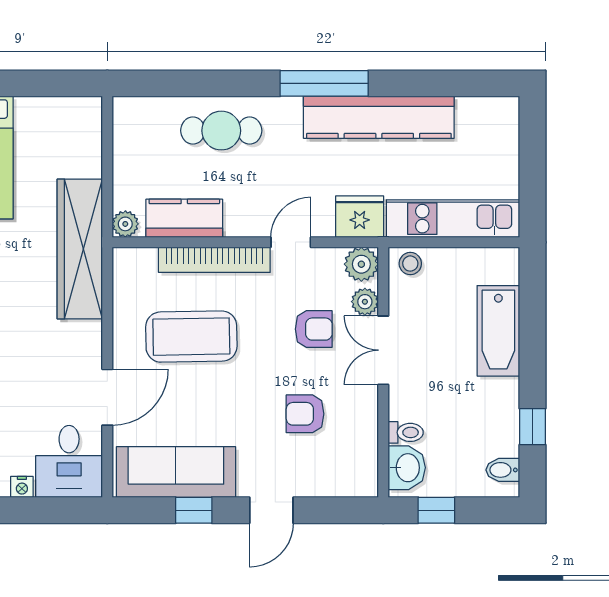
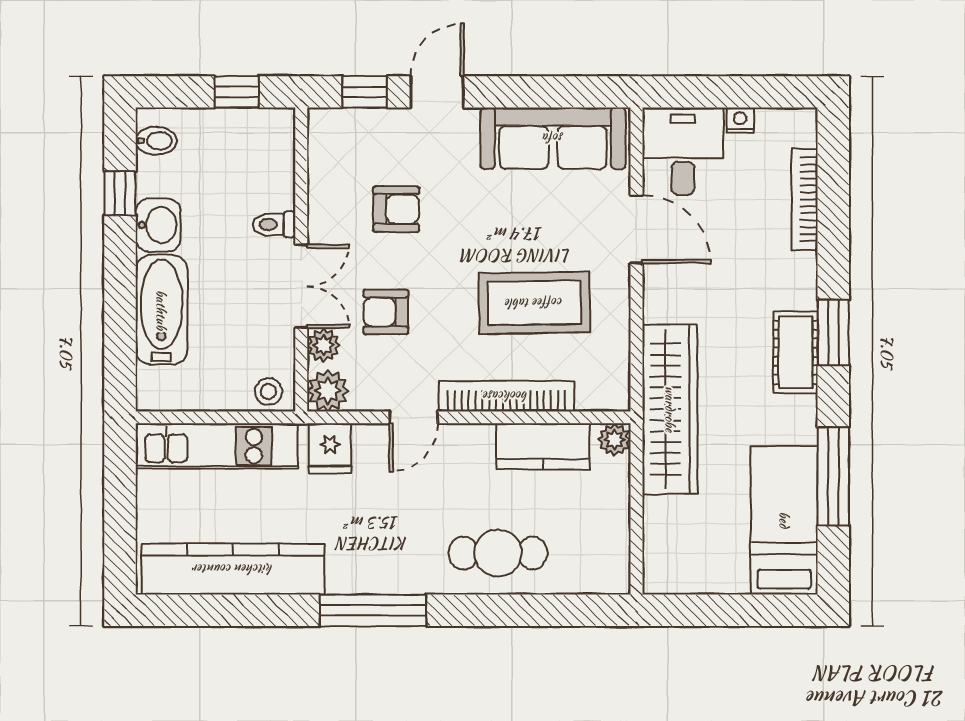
kitchen counter: (379, 117) -> (233, 569), moved
fridge: (360, 217) -> (330, 448), width x0.72
door: (107, 397) -> (636, 229), swing flipped
toilet: (406, 432) -> (274, 224), moved
washbasin: (407, 468) -> (158, 225), moved, turned 180
window: (194, 510) -> (364, 92), moved

